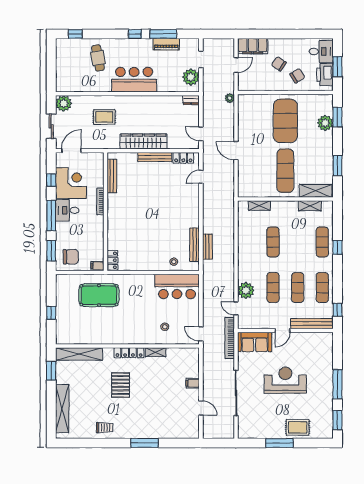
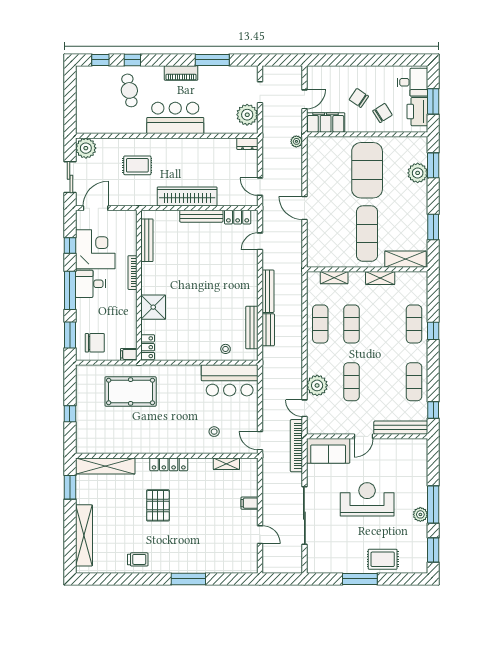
window: (135, 34) -> (132, 60), moved
piano: (166, 44) -> (181, 73), moved
filing cabinet: (253, 46) -> (326, 122), moved, turned 180
shelving: (310, 206) -> (380, 278), moved
bench: (207, 216) -> (268, 291), added
shower: (117, 229) -> (153, 307), added
exercise mat: (298, 288) -> (320, 324), moved
shelving: (156, 352) -> (226, 464), moved
plant: (327, 392) -> (420, 514), added

